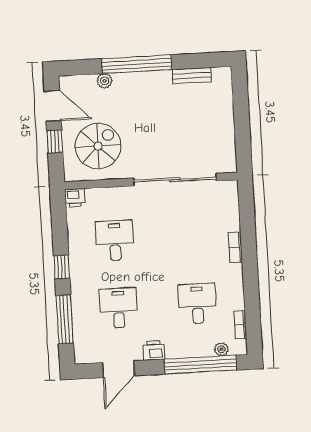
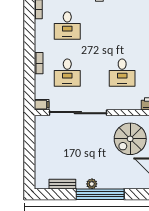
plant: (105, 81) -> (92, 184), moved
filing cabinet: (228, 188) -> (42, 105), added
desk: (119, 308) -> (67, 73), moved

